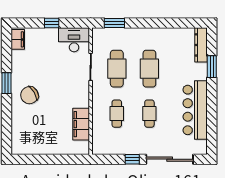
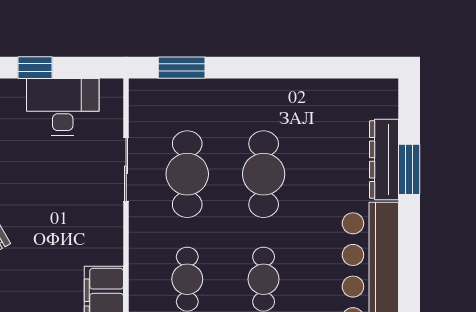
desk: (74, 40) -> (63, 107), moved
dresser: (201, 45) -> (384, 160), moved

